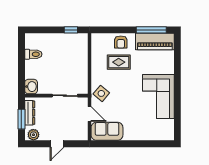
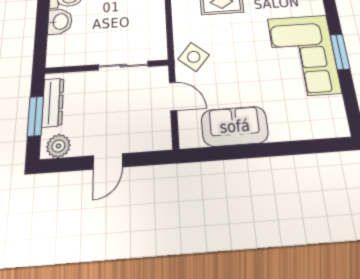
washbasin: (31, 87) -> (60, 22), moved
window: (177, 96) -> (340, 52), added
sofa: (107, 131) -> (235, 126), moved

